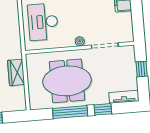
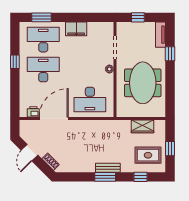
wardrobe: (16, 72) -> (143, 126), moved
window: (70, 112) -> (170, 82), removed

